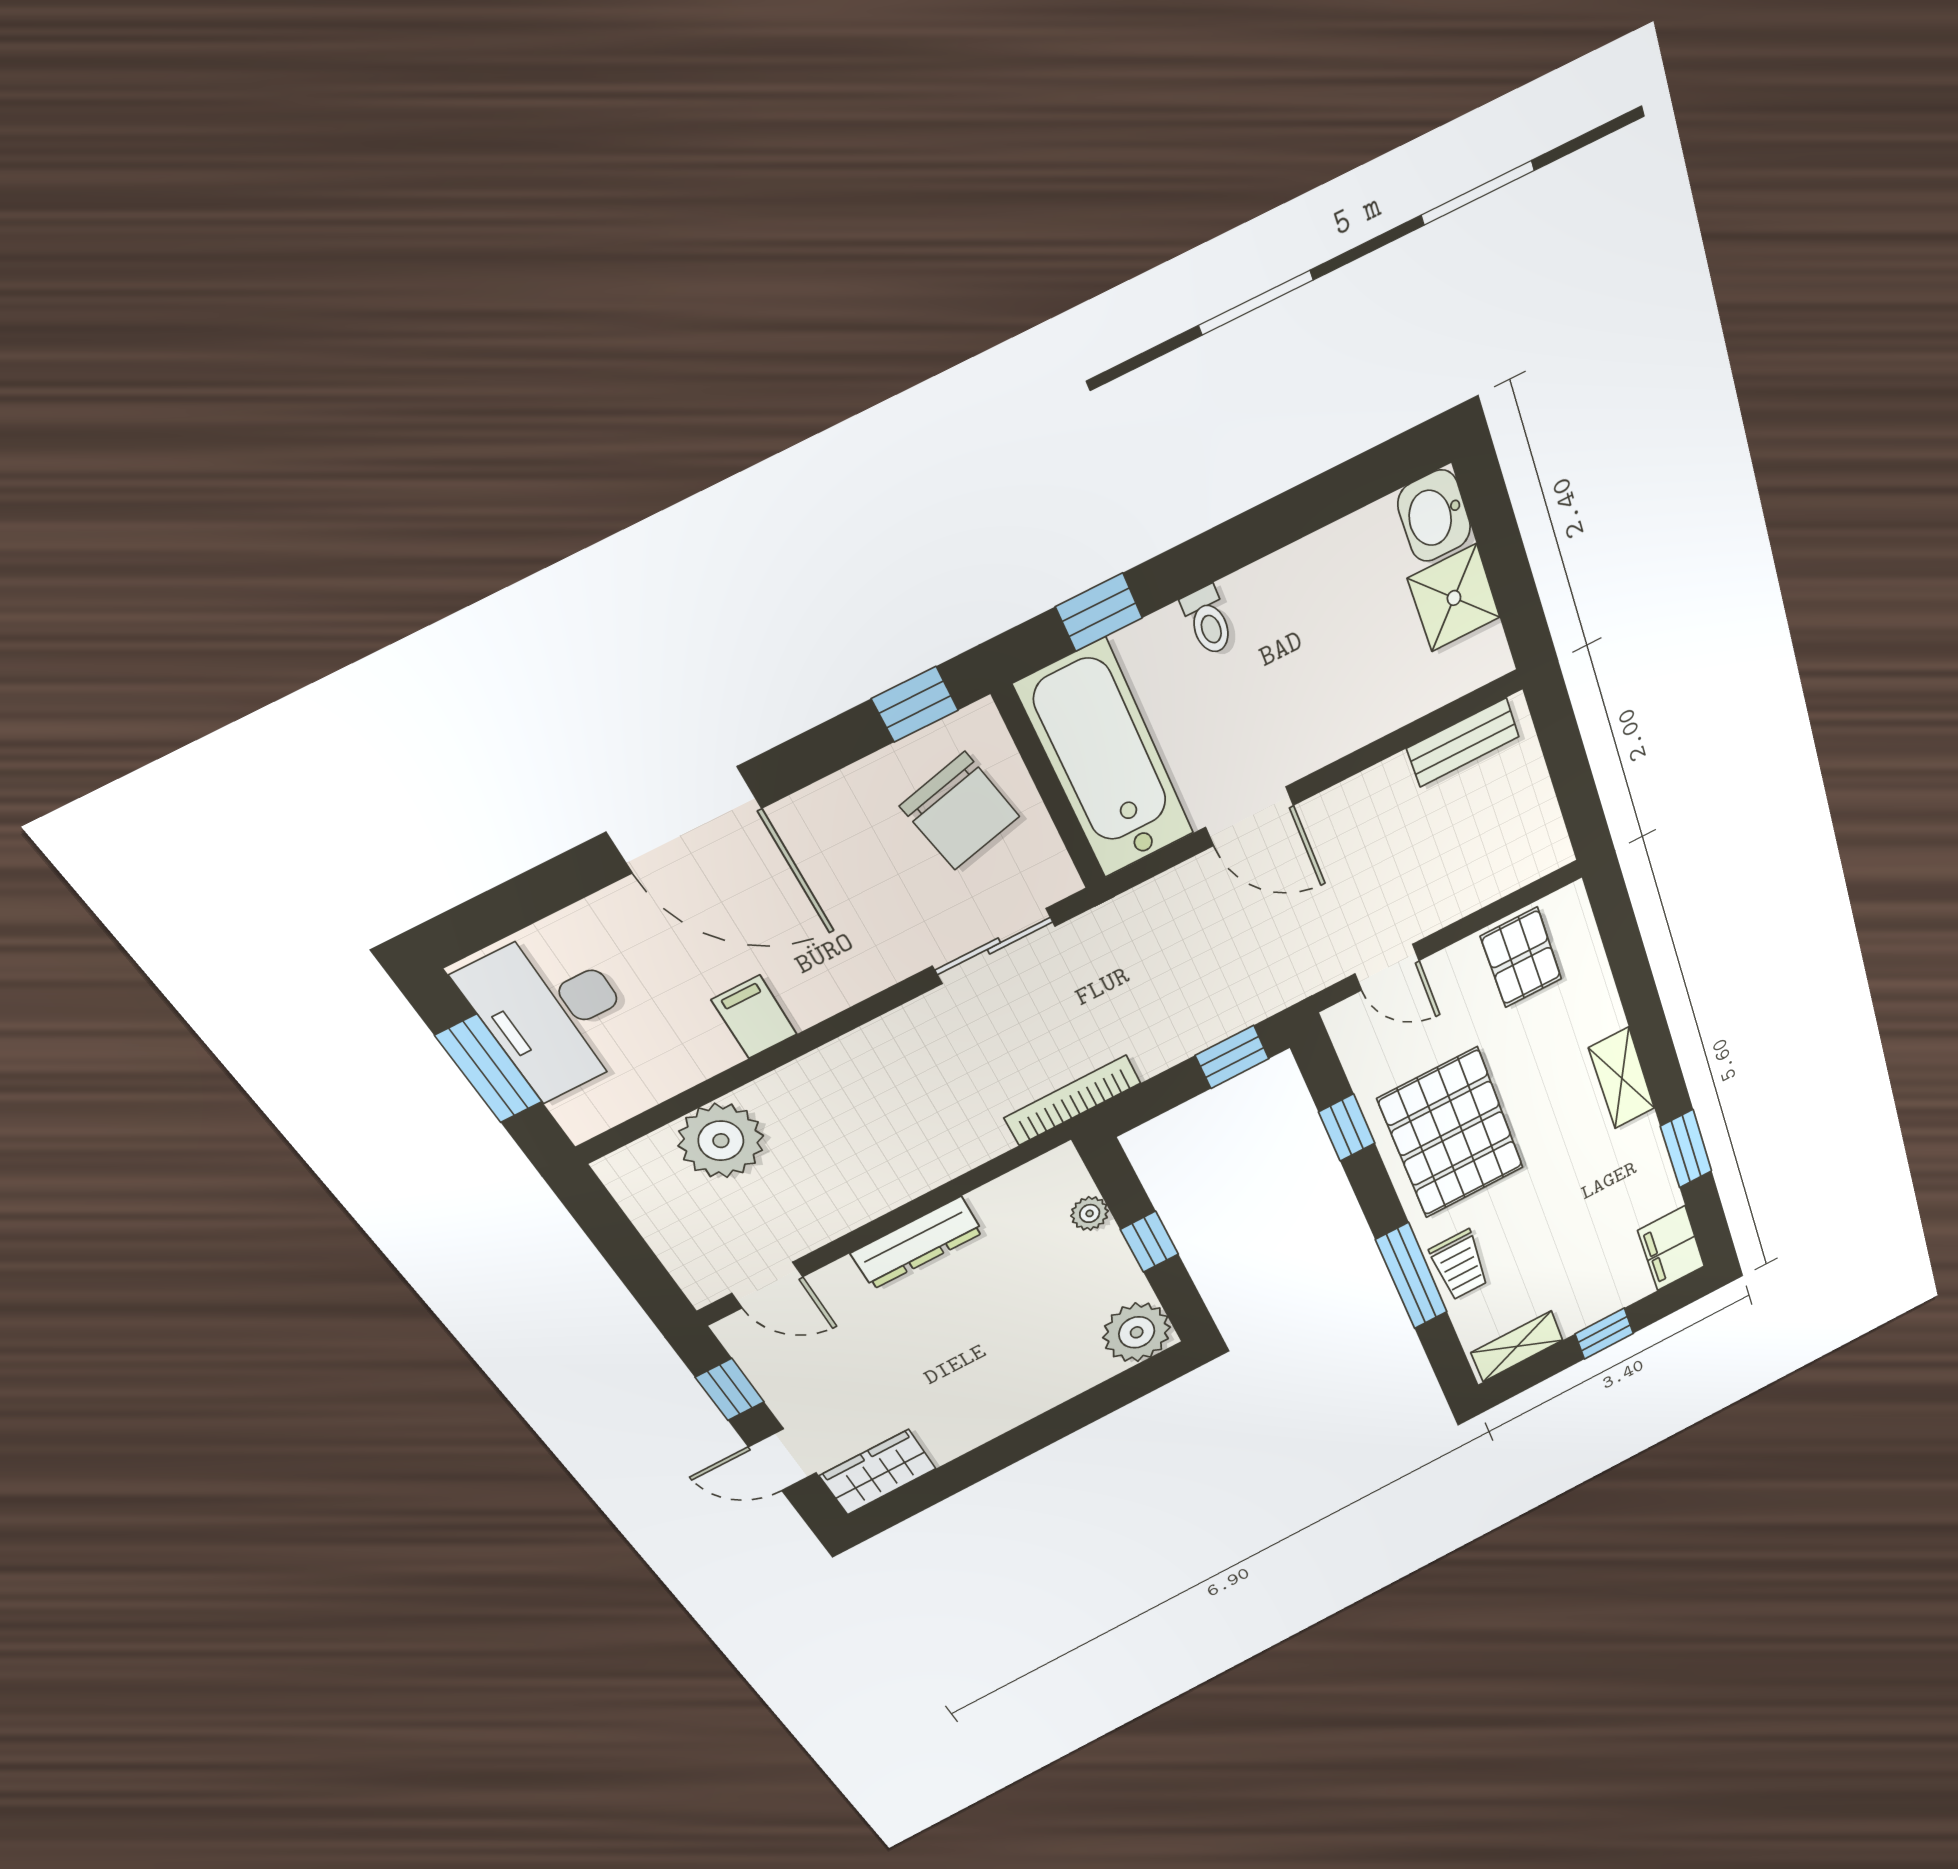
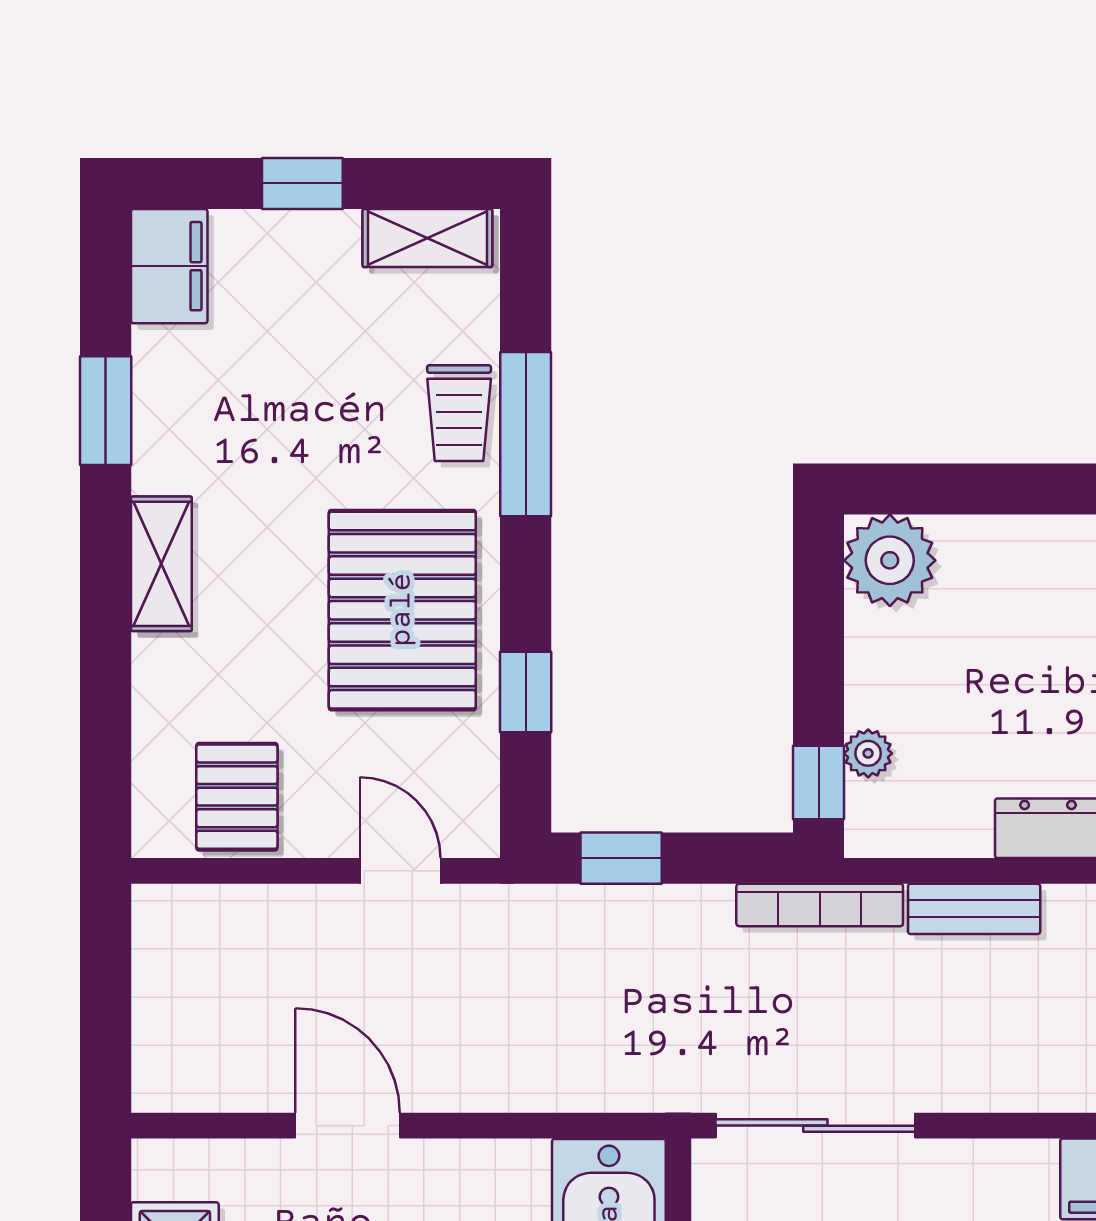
bench: (1463, 743) -> (974, 909), moved
door: (1250, 816) -> (348, 1126), moved
sliding door: (994, 946) -> (815, 1126), width x1.37
window: (1149, 1242) -> (819, 782), moved
trolley: (1460, 1265) -> (459, 413), turned 180

